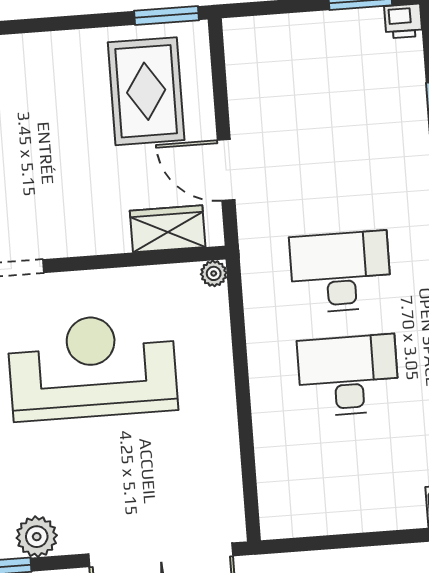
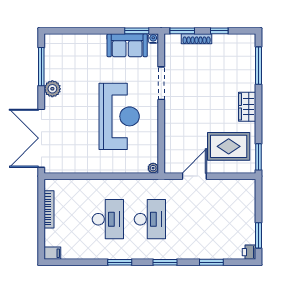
wardrobe: (168, 229) -> (247, 107), moved, turned 180
bookcase: (335, 523) -> (49, 209), added

